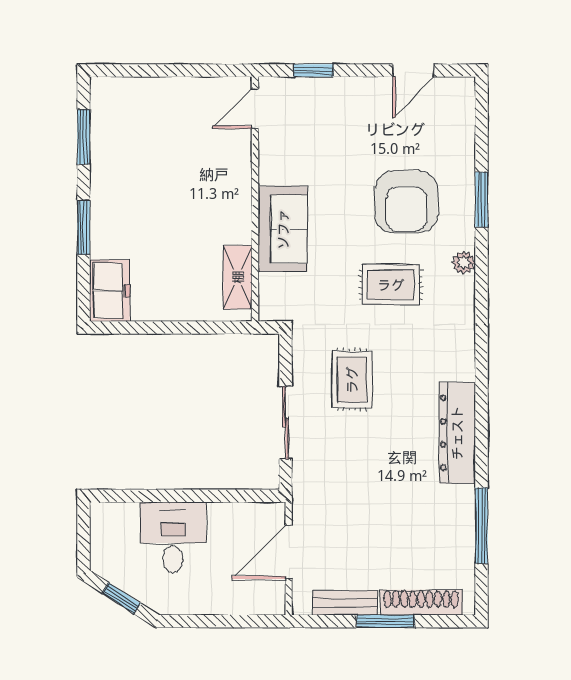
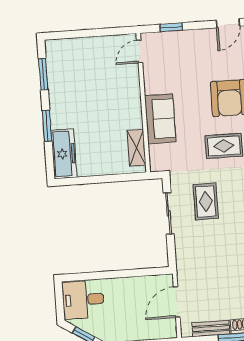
freezer: (110, 291) -> (64, 154), width x1.40
sliding door: (286, 423) -> (169, 213), moved
desk: (173, 537) -> (83, 300), moved, turned -90

